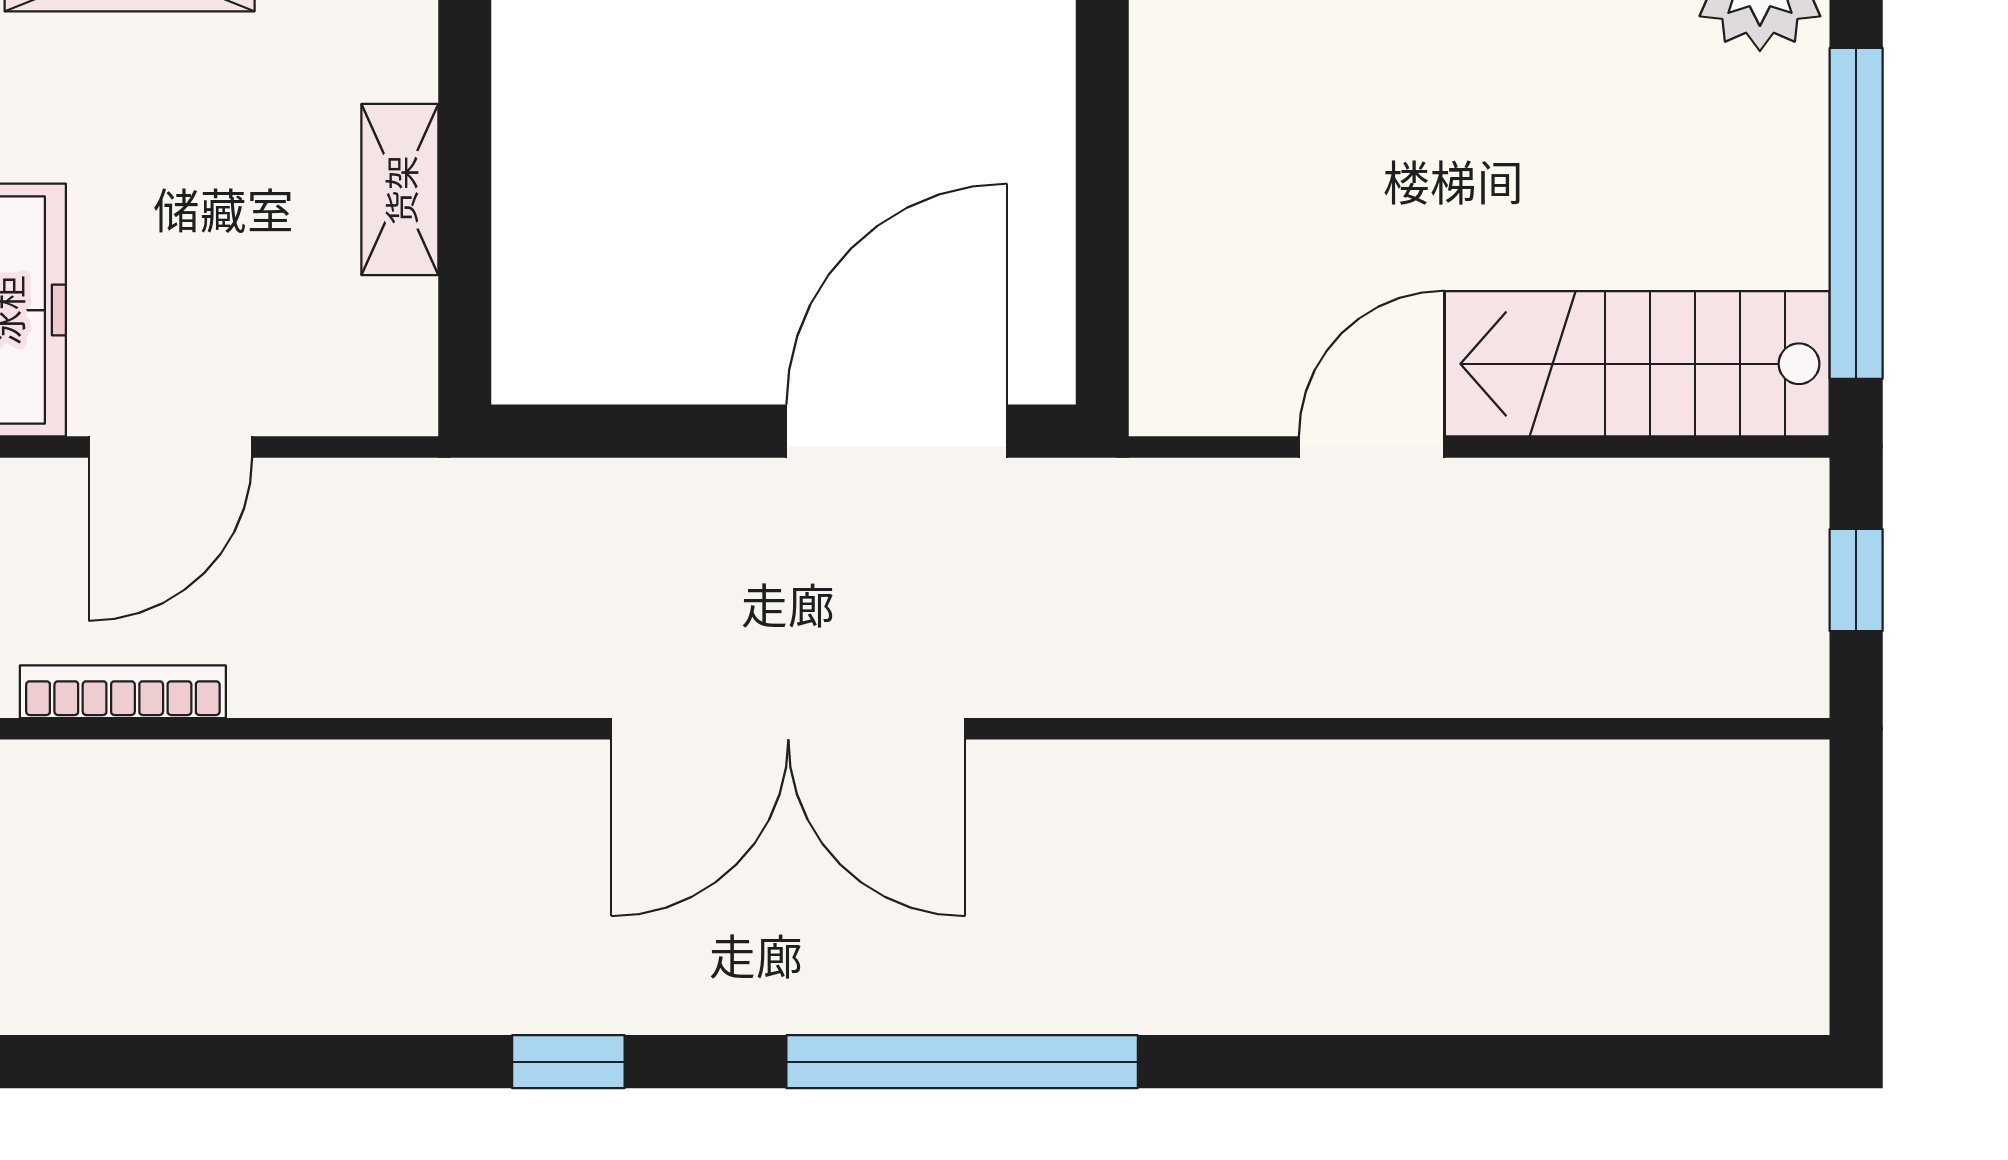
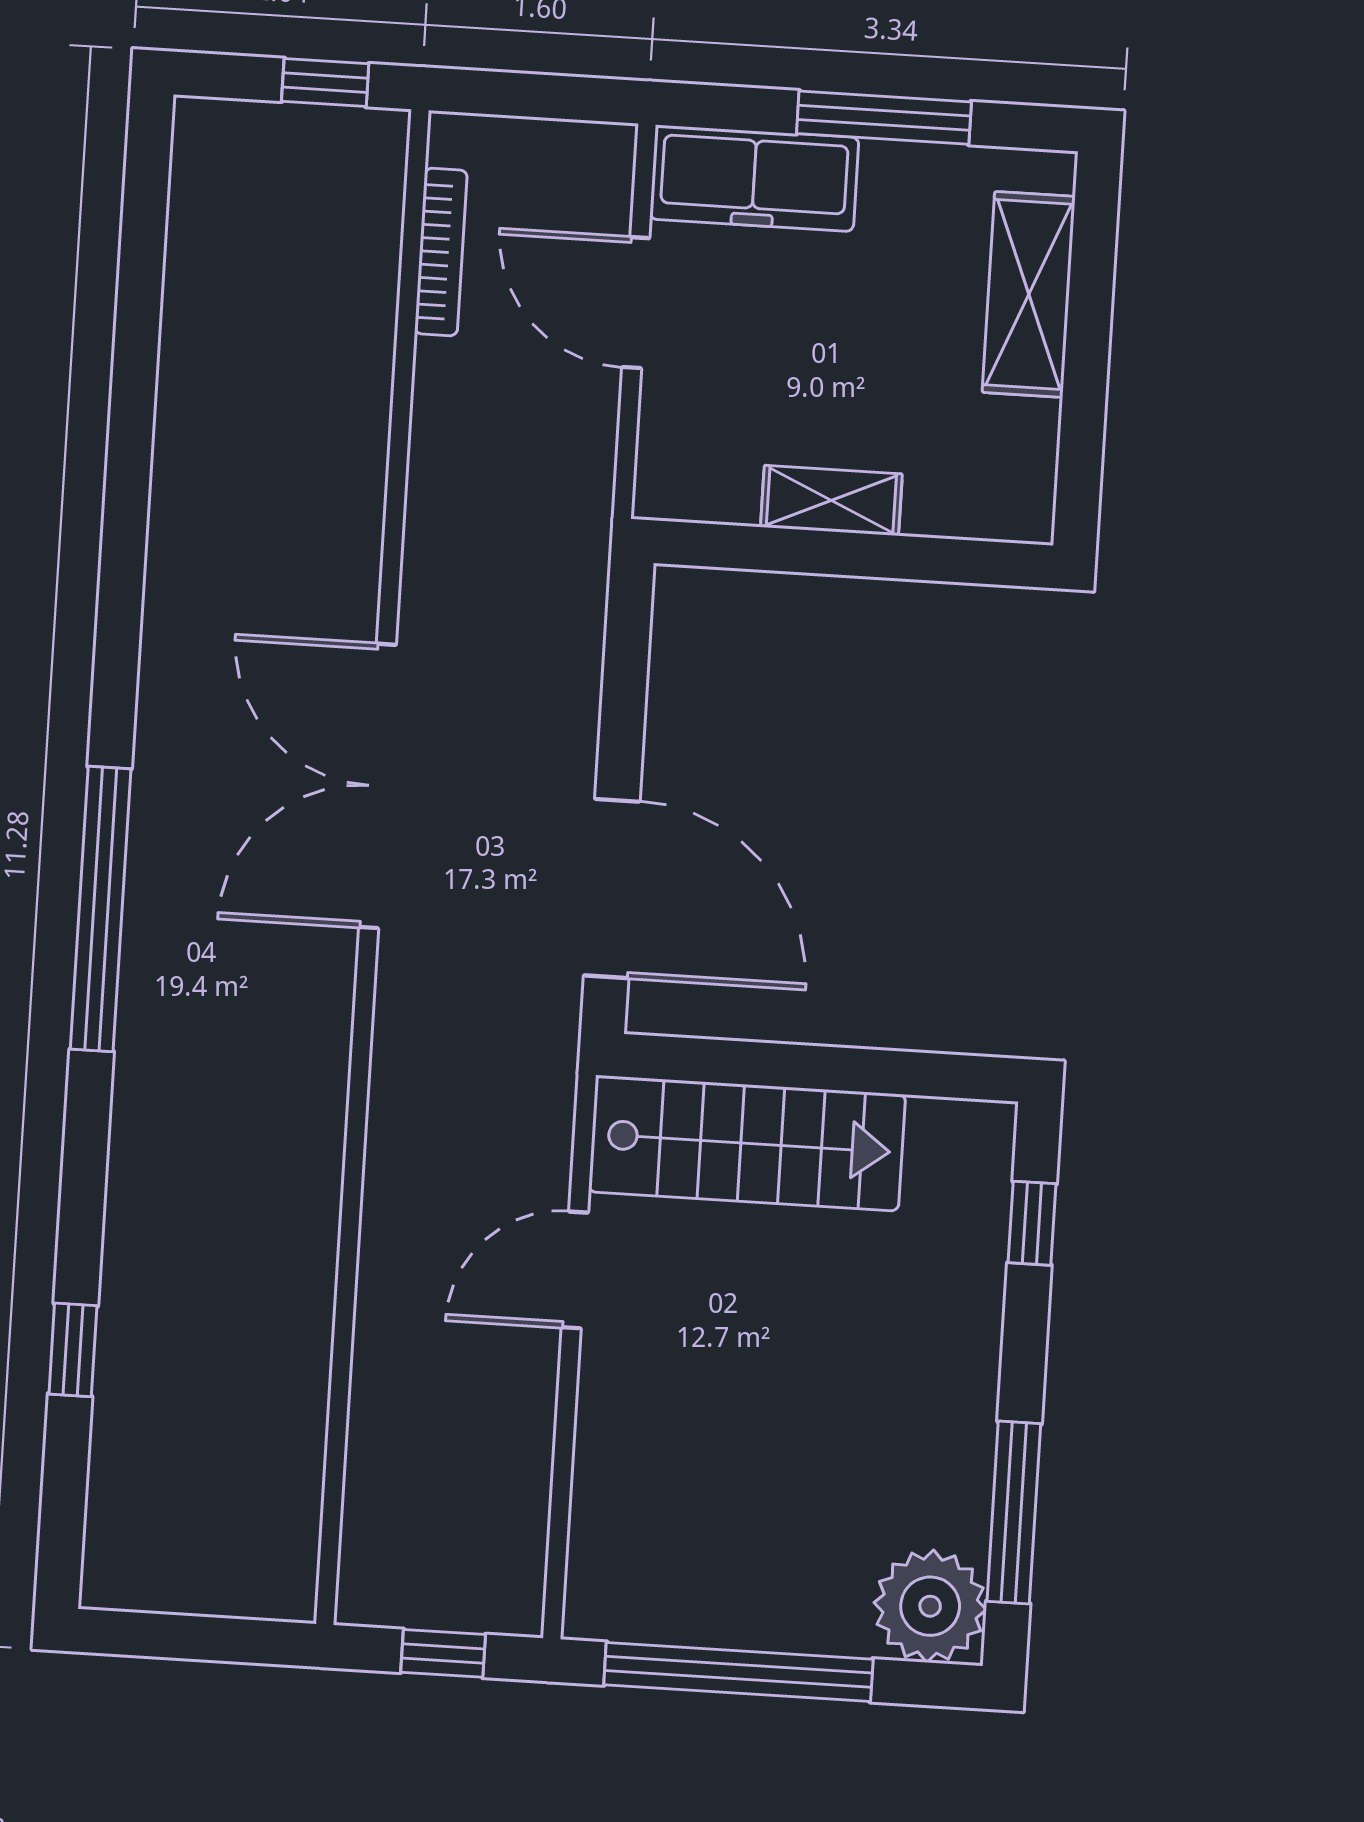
stairs: (1637, 364) -> (747, 1143), moved, turned 90
door: (1372, 447) -> (575, 1270), swing flipped
window: (568, 1062) -> (73, 1350), moved

